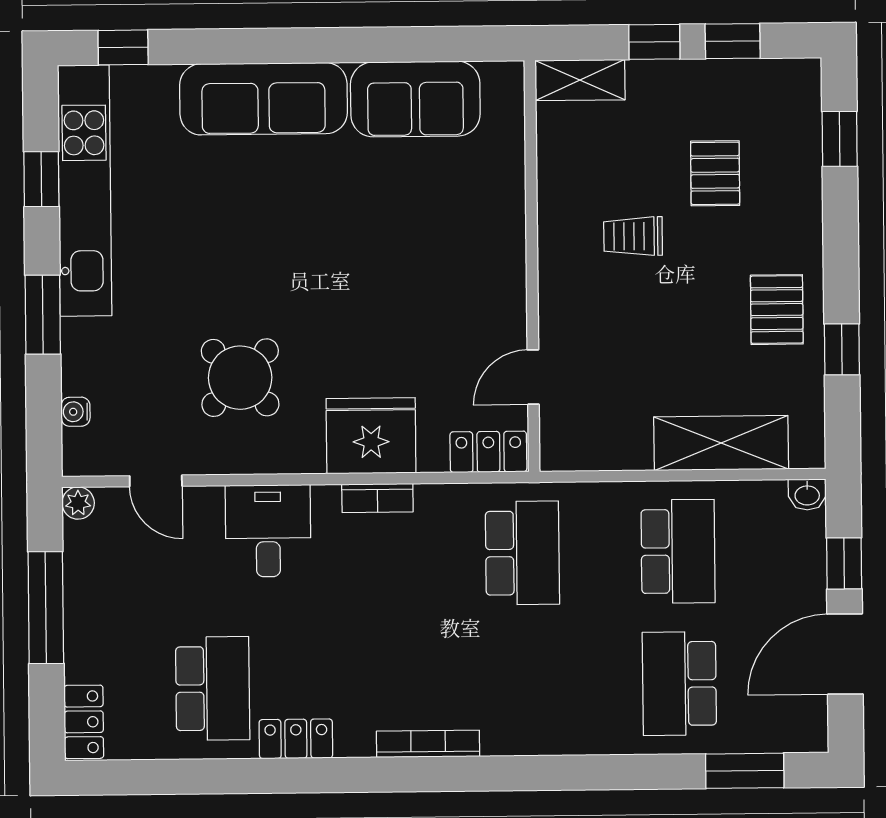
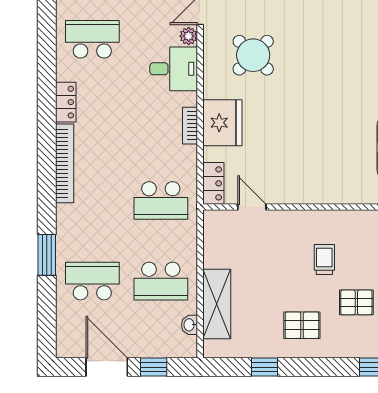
pallet: (777, 310) -> (302, 325), moved
washbasin: (807, 495) -> (189, 325), moved
plant: (205, 503) -> (189, 36), added
school desk: (213, 688) -> (92, 39), turned 180
locker: (296, 739) -> (66, 102), moved
bookcase: (428, 744) -> (65, 163), width x1.48, depth x1.31
window: (745, 771) -> (47, 255), moved

